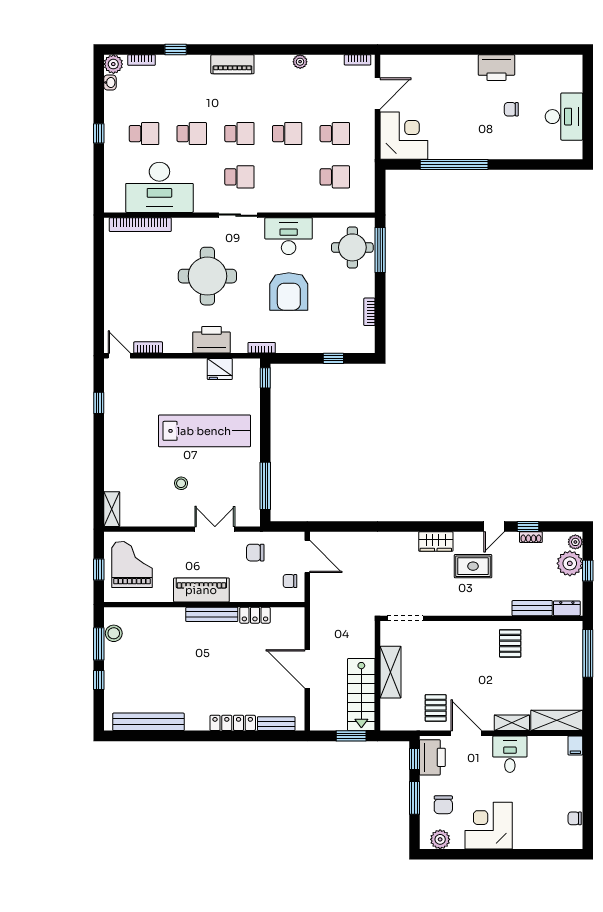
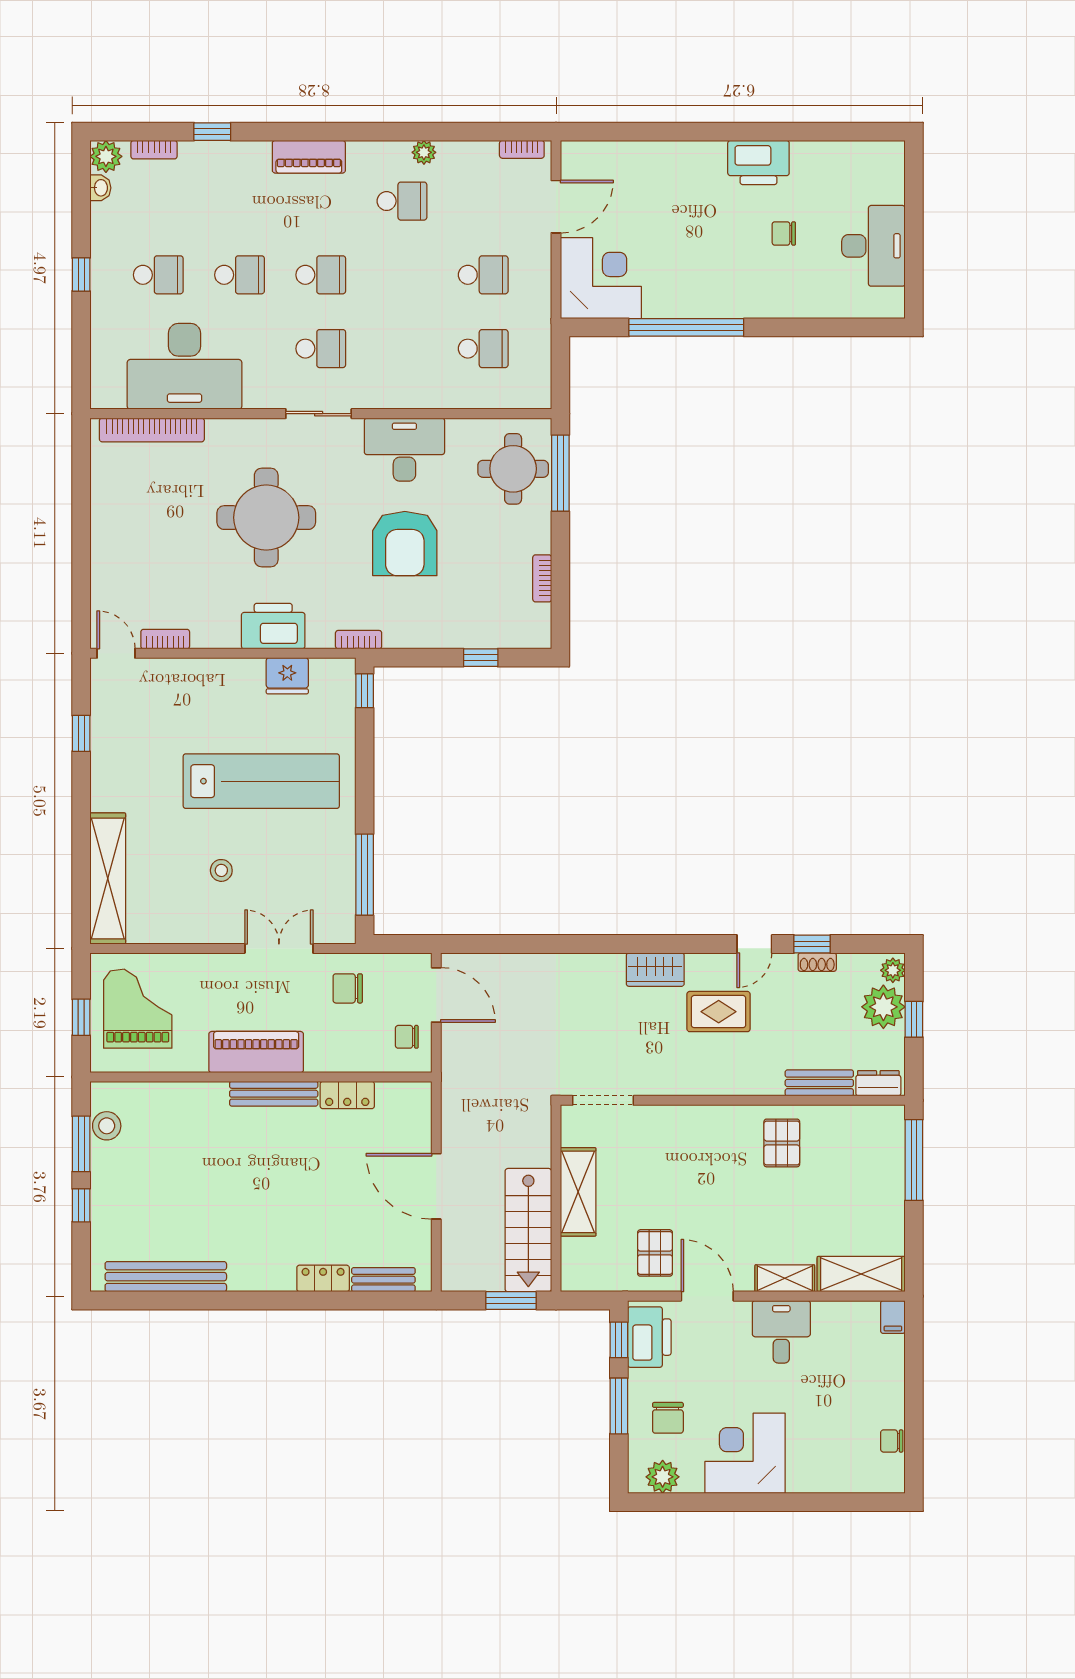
school desk: (287, 134) -> (402, 201), moved
shelving: (112, 509) -> (108, 878), width x2.20, depth x1.33
locker: (233, 723) -> (323, 1278), width x0.66

